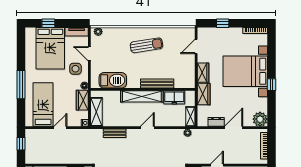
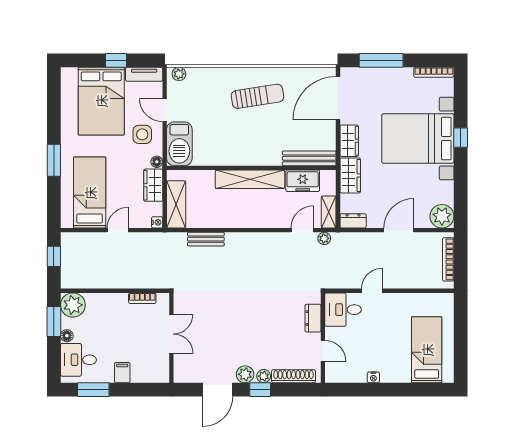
window: (48, 23) -> (116, 60), moved
window: (223, 23) -> (381, 60), width x2.17
door: (196, 46) -> (338, 98), width x1.88
barbecue: (113, 80) -> (179, 144), moved, turned 90
bench: (157, 84) -> (309, 158), moved
window: (21, 85) -> (54, 160), width x0.69
window: (272, 85) -> (461, 138), moved
dresser: (216, 122) -> (353, 221), moved
door: (147, 128) -> (302, 230), moved

